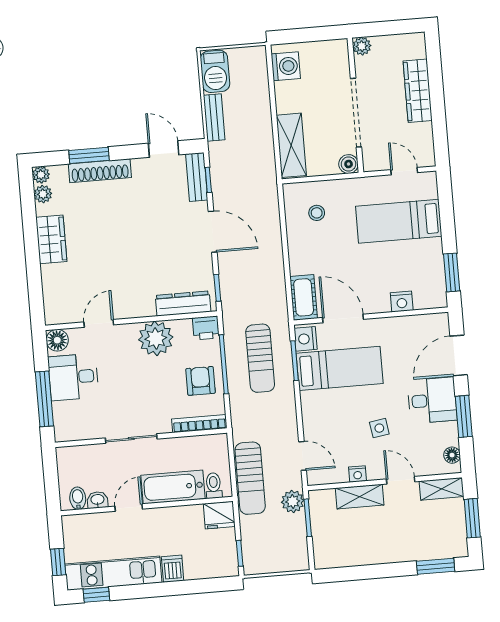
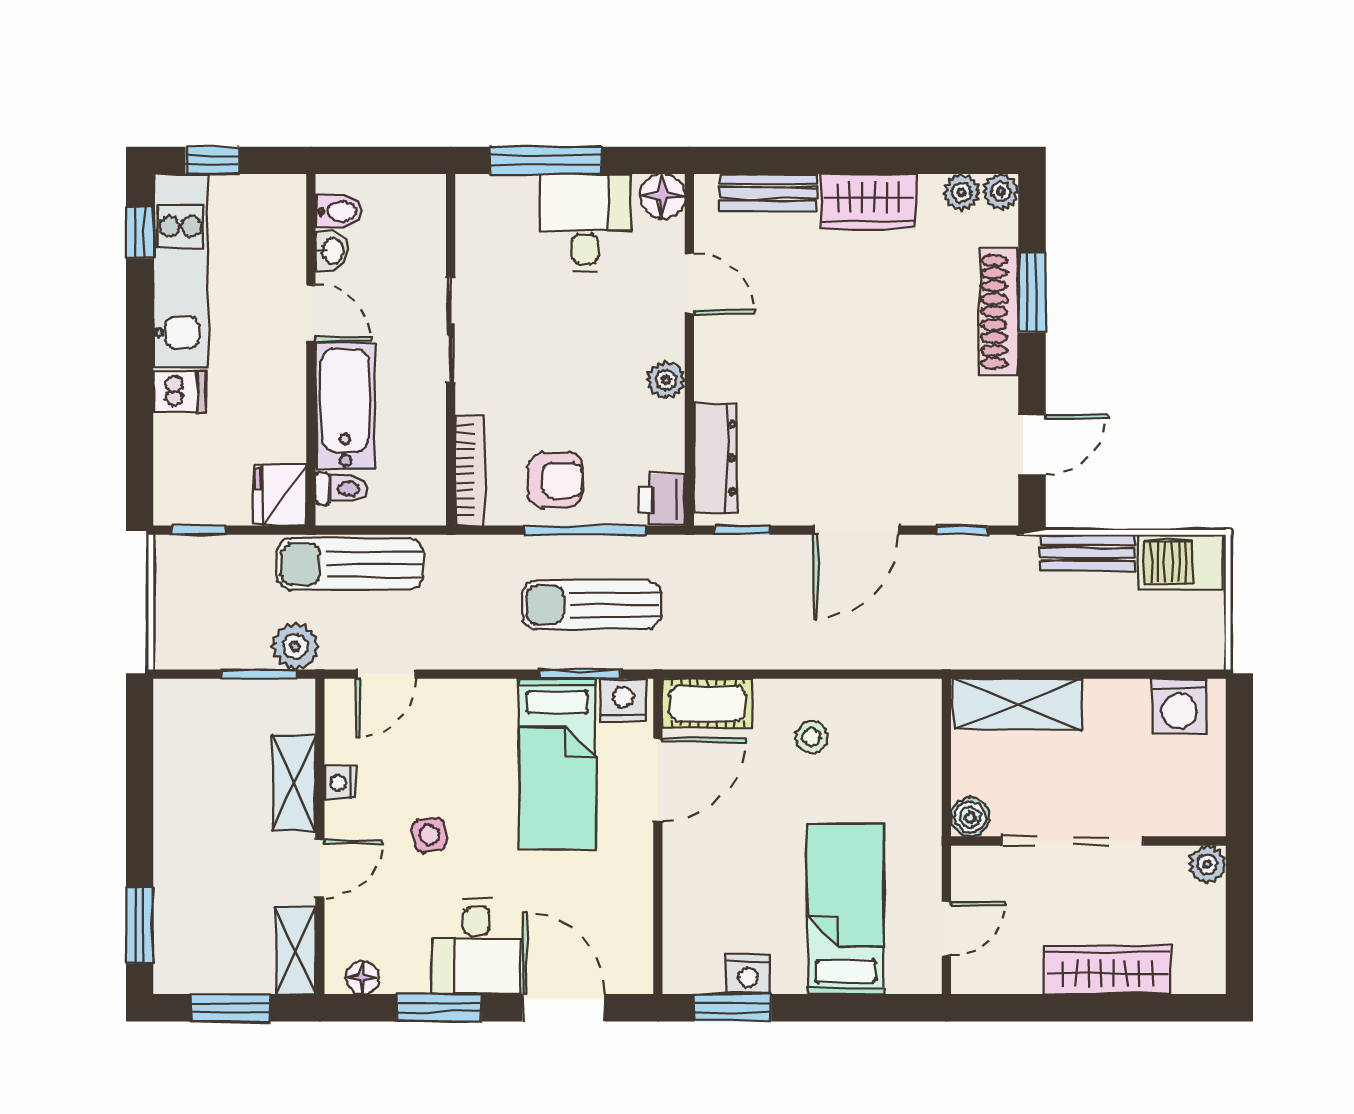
bench: (197, 177) -> (768, 193), moved
stool: (317, 213) -> (812, 737), moved
nightstand: (402, 302) -> (748, 974), moved, turned -90
plant: (156, 338) -> (666, 380), width x0.53, depth x0.53

